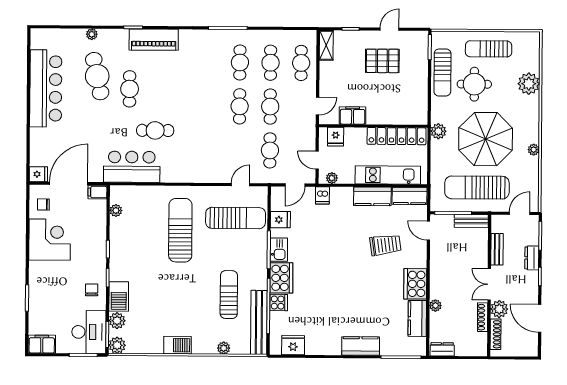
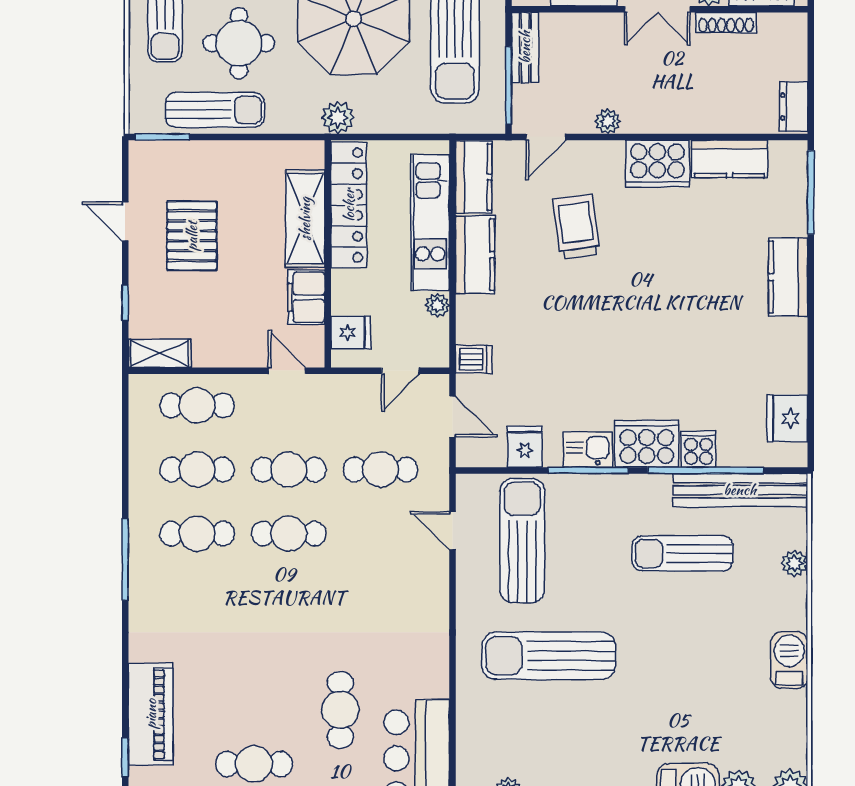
shelving: (390, 115) -> (305, 219), added
plant: (332, 178) -> (437, 305), moved
plant: (435, 306) -> (608, 121), moved

